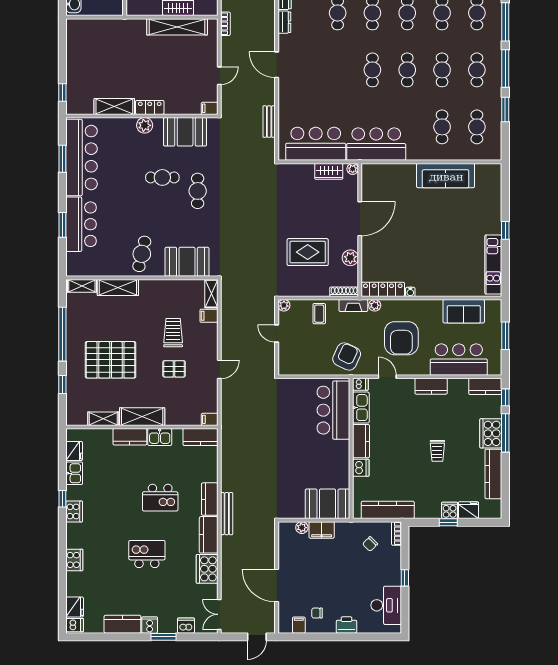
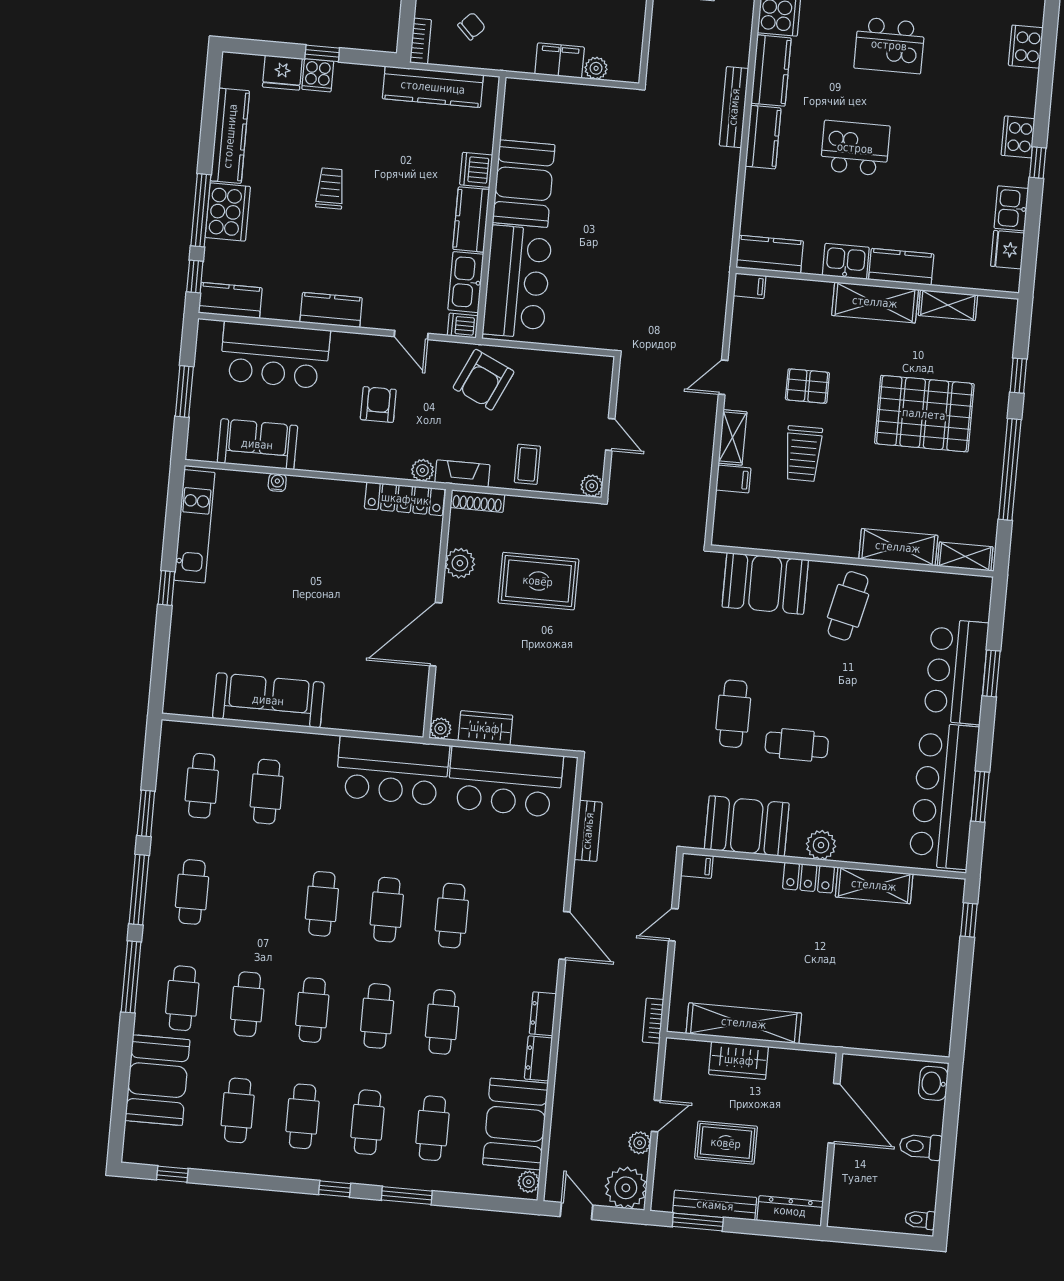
cafe table: (442, 70) -> (452, 916), moved
water cooler: (410, 292) -> (277, 482), moved
shelving: (211, 294) -> (732, 437), moved
armchair: (401, 338) -> (378, 404), width x0.53, depth x0.53
booth: (328, 504) -> (524, 184), moved, turned 90

